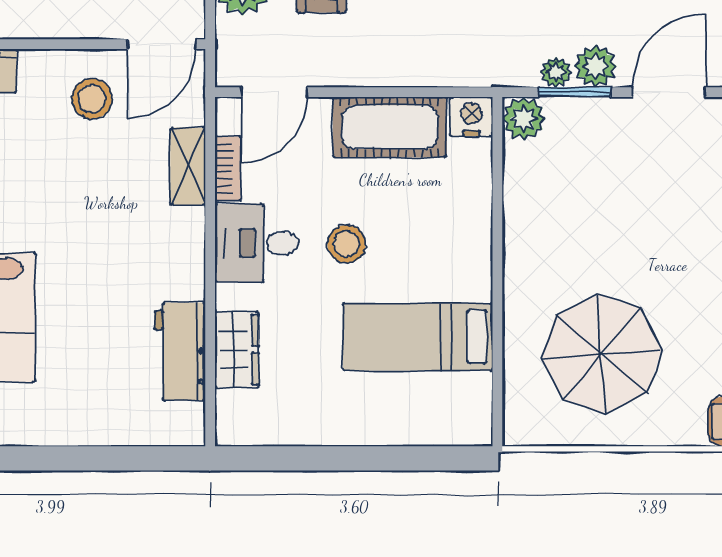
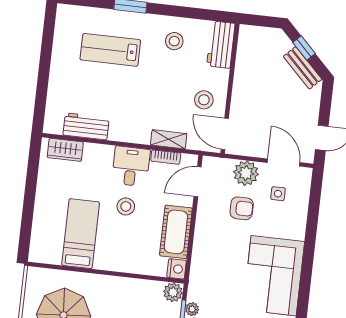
door: (274, 92) -> (198, 182), hinge flipped
wardrobe: (237, 349) -> (65, 150), moved

